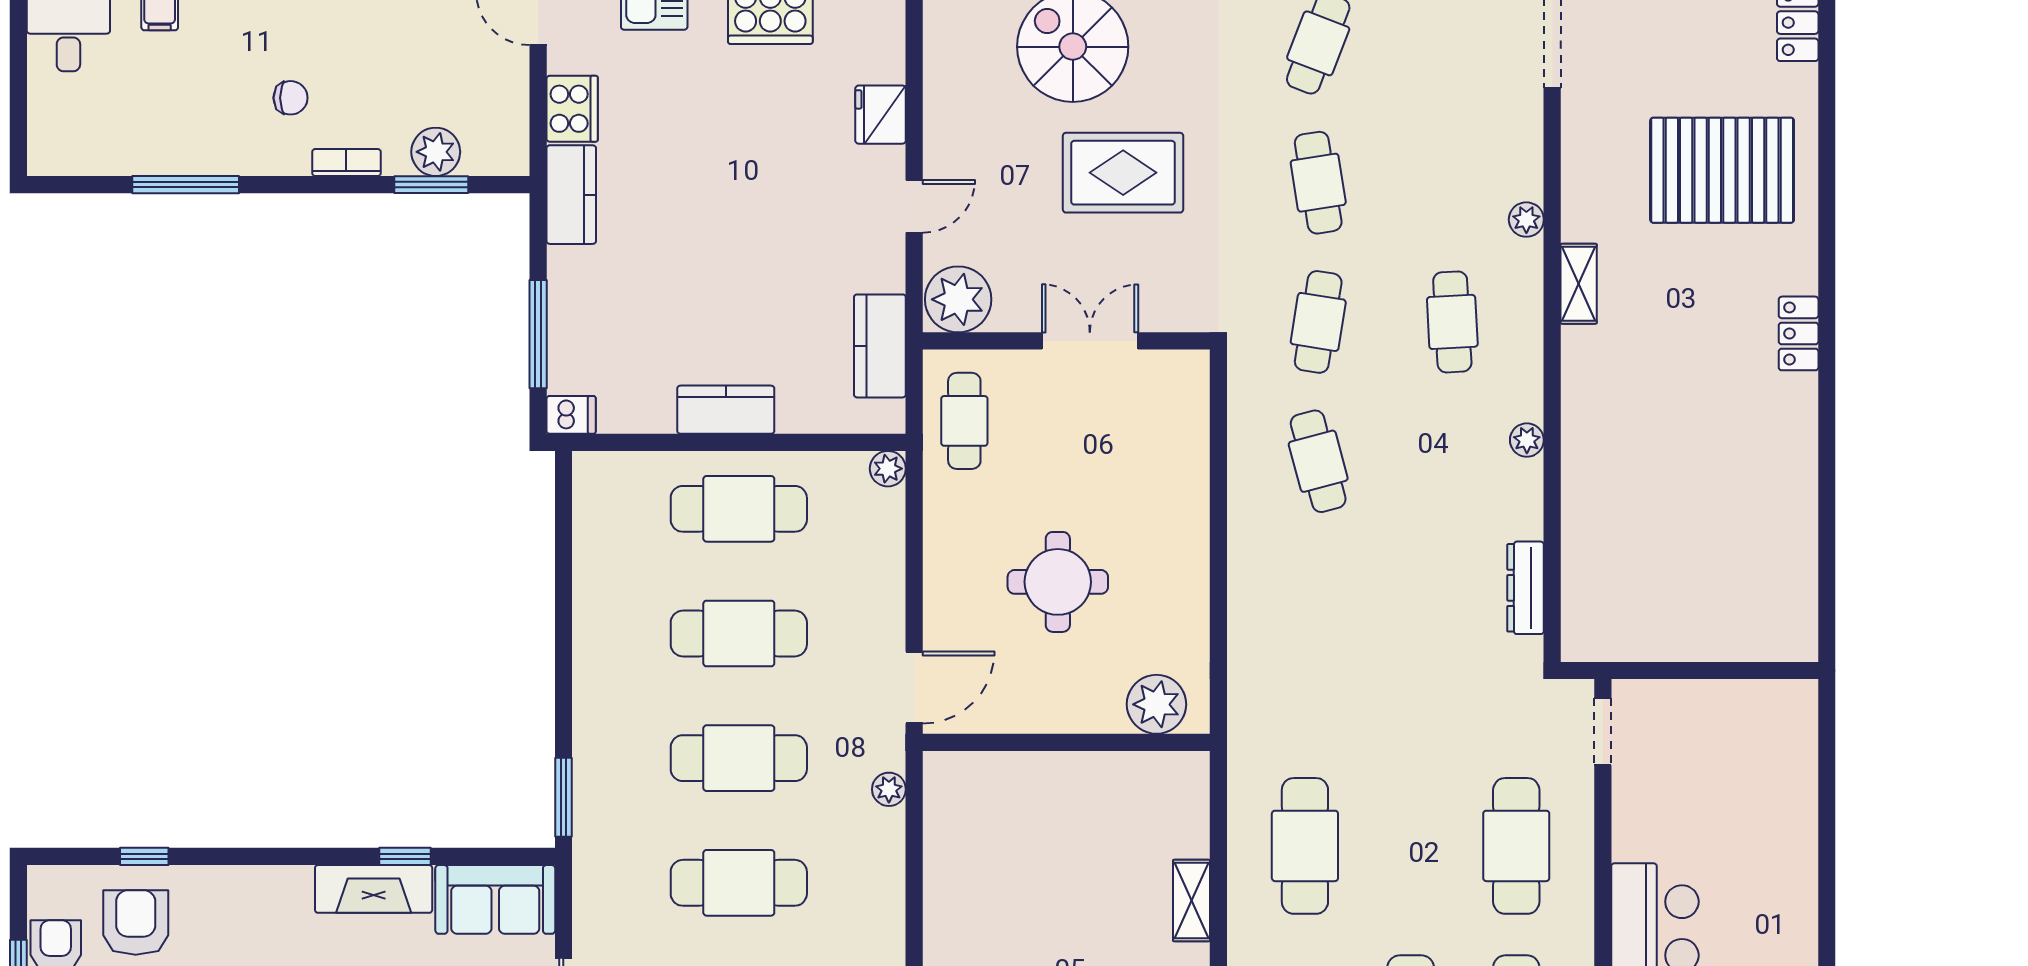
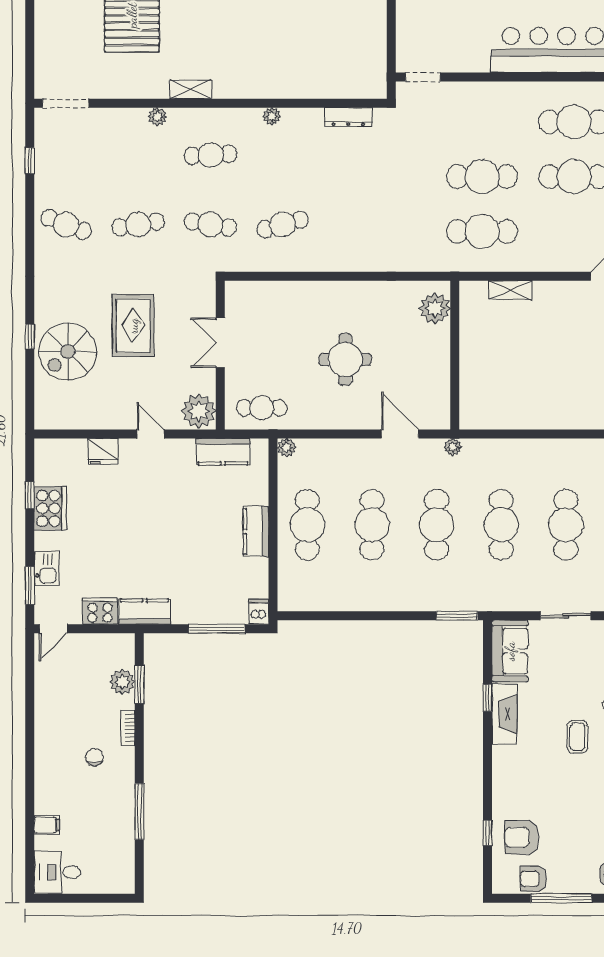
plant: (1156, 704) -> (435, 308), moved
wall: (1066, 742) -> (455, 355), moved
cafe table: (1516, 846) -> (482, 177), moved

